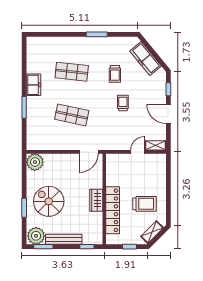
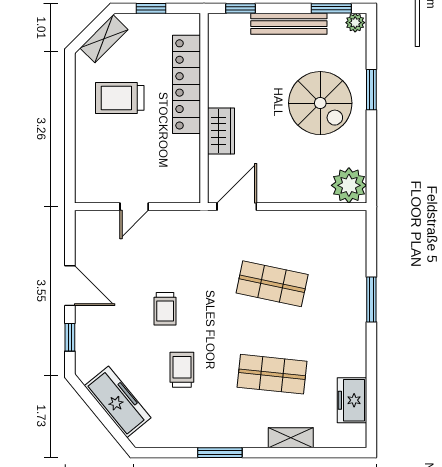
freezer: (34, 85) -> (352, 400), moved
shelving: (155, 145) -> (291, 438), moved
wardrobe: (96, 200) -> (221, 131), moved
plant: (36, 236) -> (355, 23), width x0.53, depth x0.53

